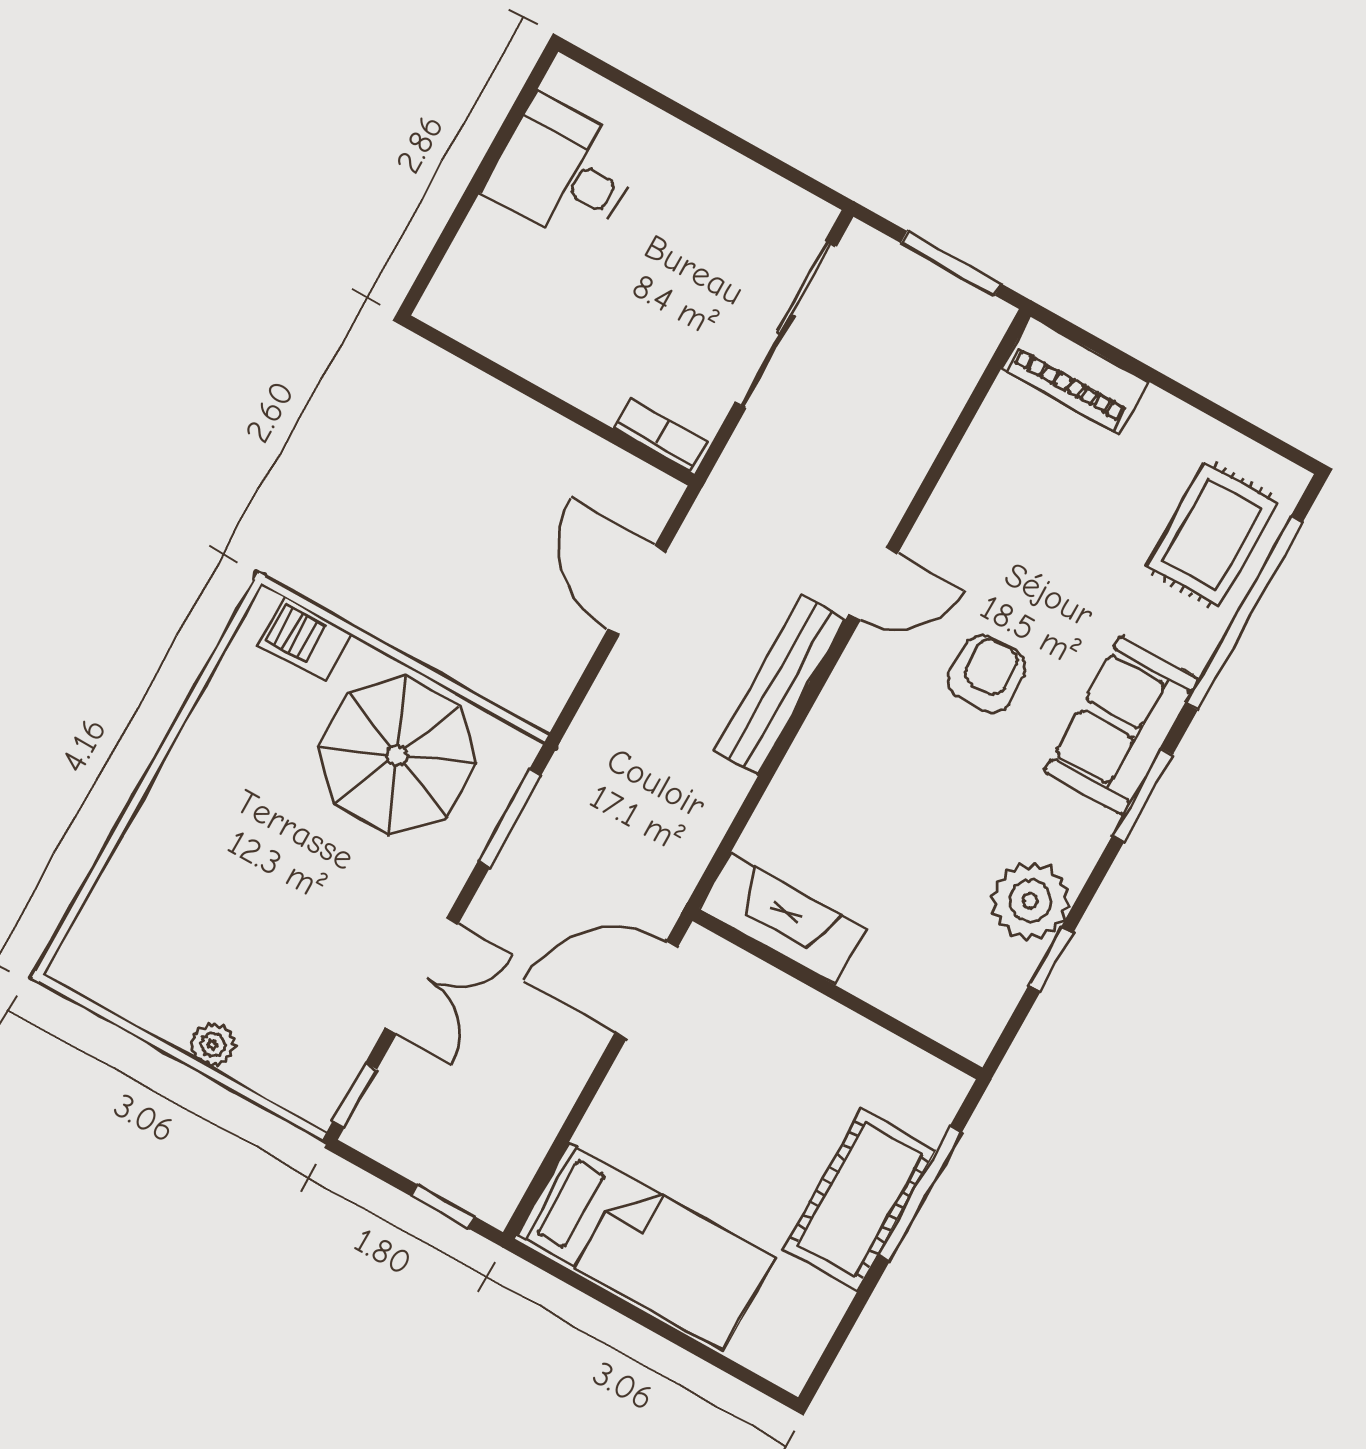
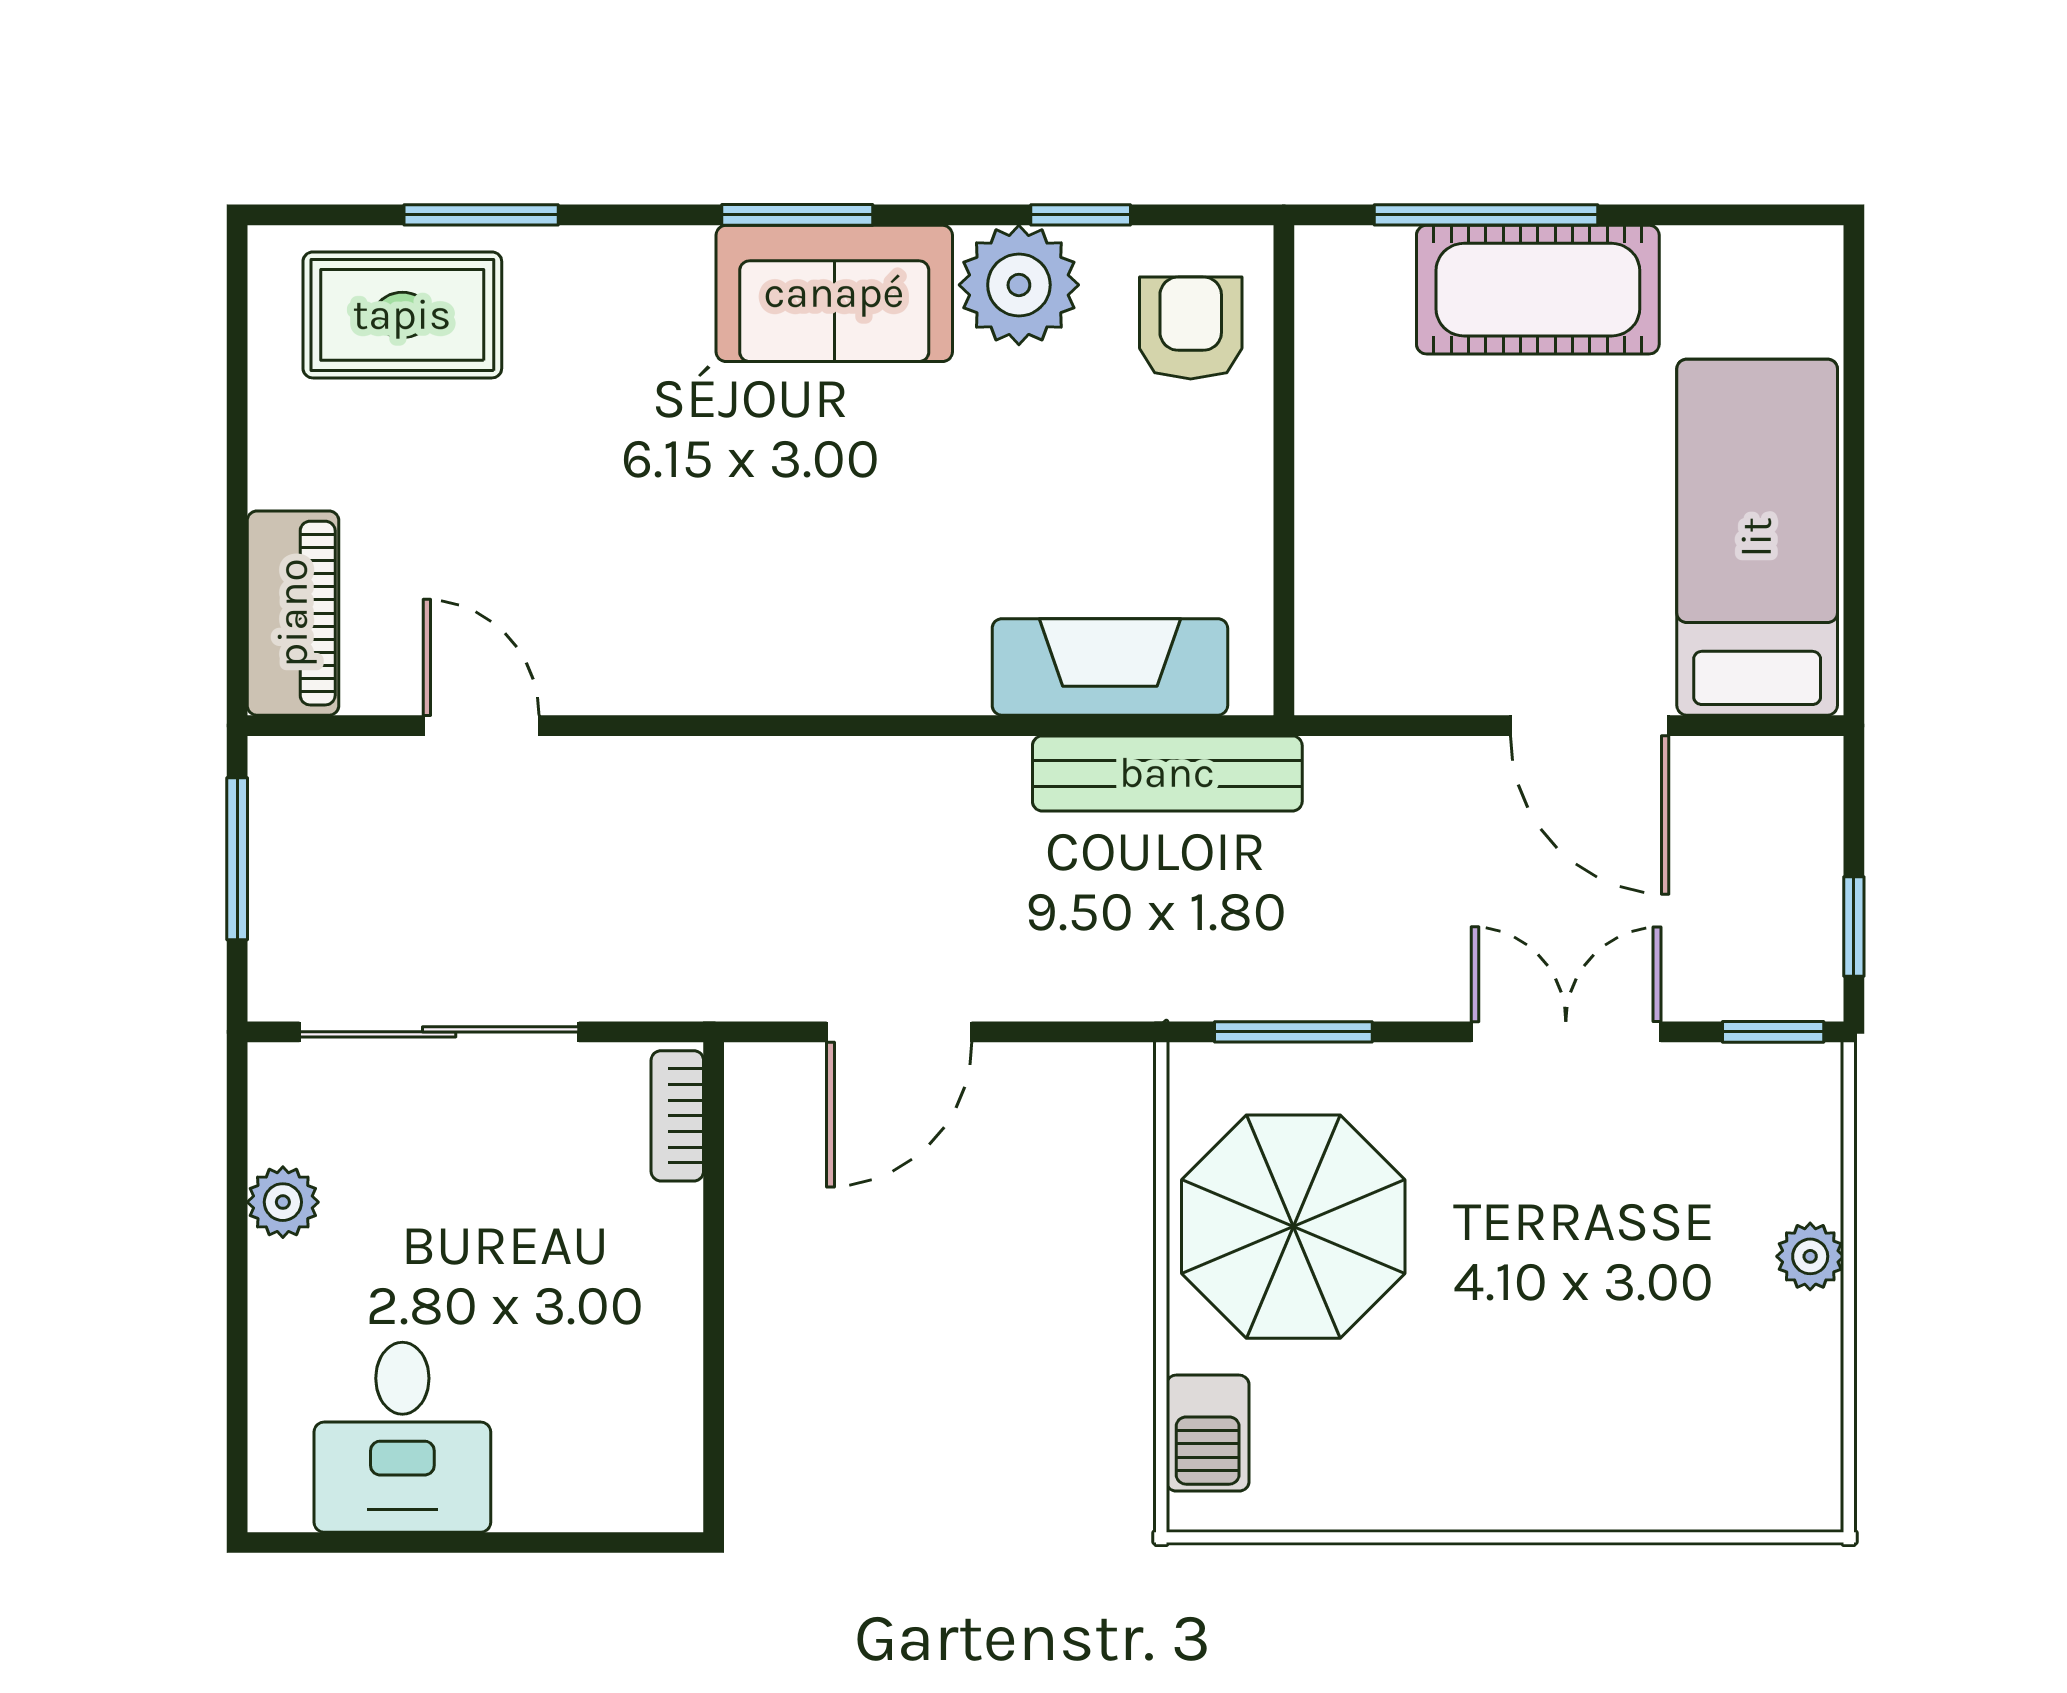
plant: (738, 179) -> (283, 1202), added
door: (873, 584) -> (481, 726), moved
window: (1245, 613) -> (481, 215), width x0.47
armchair: (987, 674) -> (1191, 328), moved, turned 90
bench: (780, 685) -> (1167, 773), moved
sofa: (1122, 725) -> (834, 293), moved
fireplace: (783, 919) -> (1110, 667), moved, turned 90
door: (646, 990) -> (1590, 726), moved
window: (443, 1207) -> (1854, 927), moved

